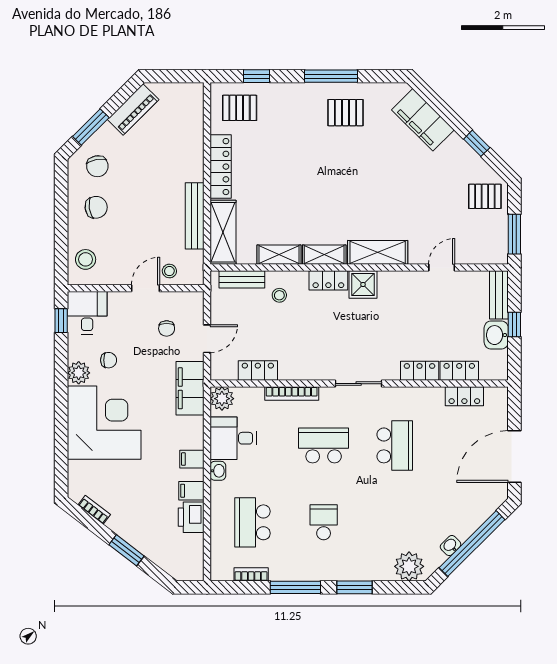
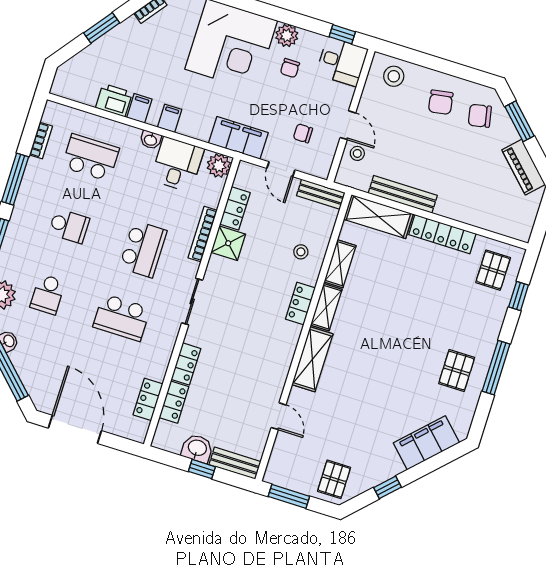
bench: (242, 279) -> (321, 194), moved, turned 90
shower: (363, 284) -> (228, 243), moved
school desk: (395, 522) -> (48, 294), added

